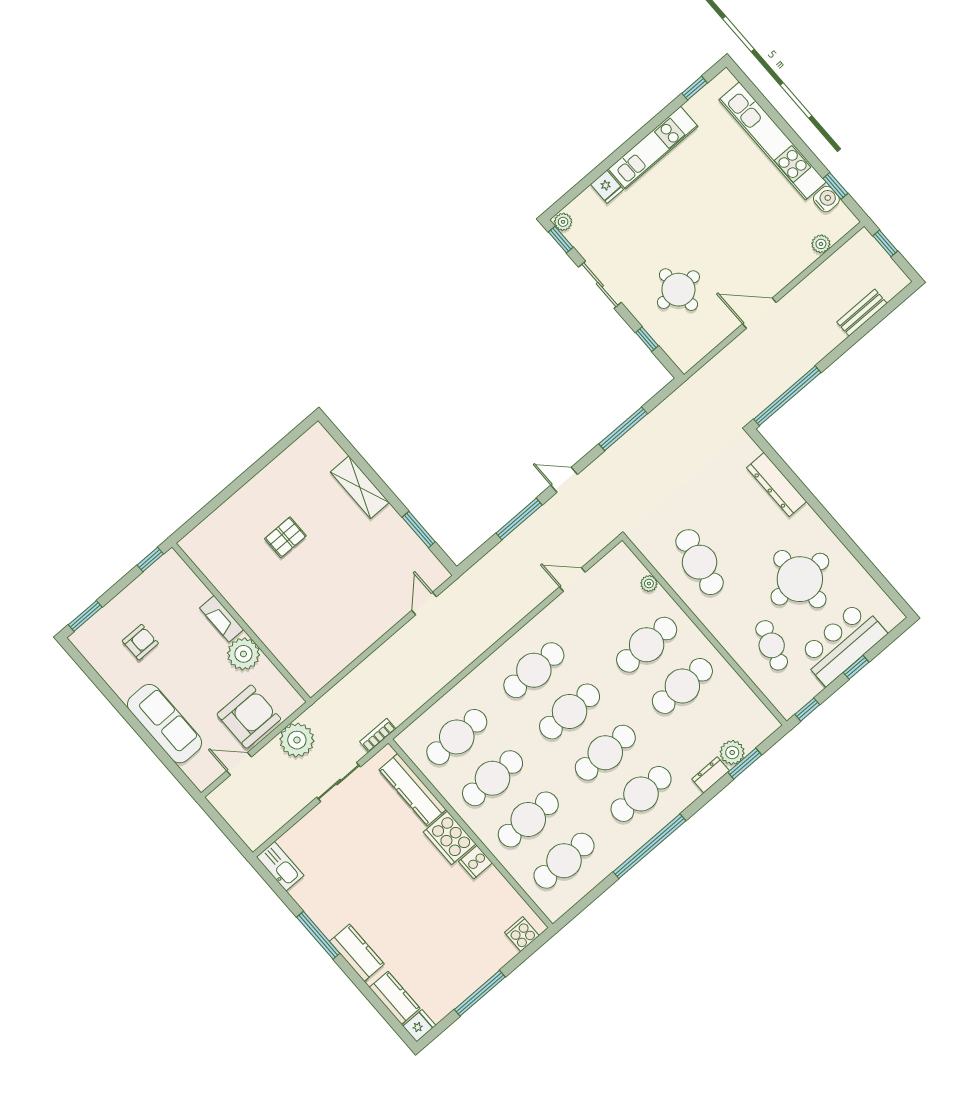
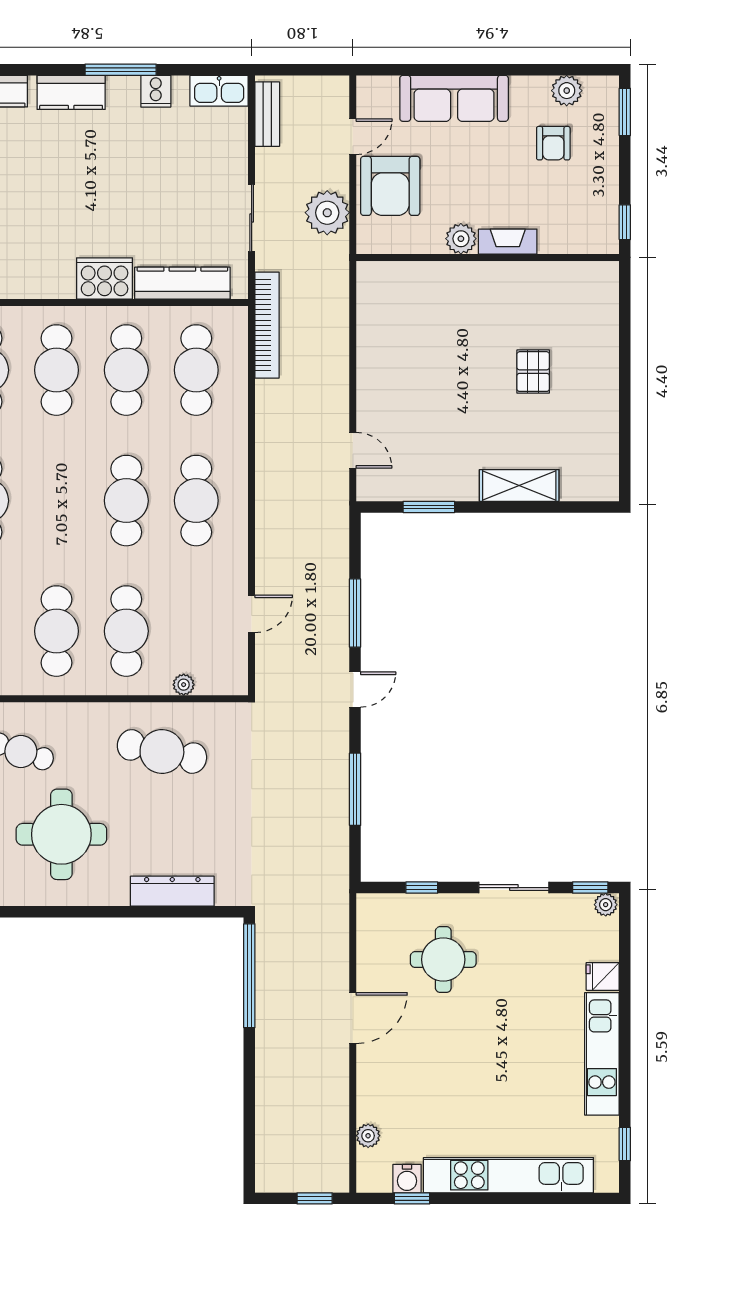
bench: (862, 313) -> (267, 114), moved
plant: (243, 654) -> (461, 239), width x0.73, depth x0.73
plant: (102, 661) -> (567, 91), added
bookcase: (378, 735) -> (267, 325), width x2.31, depth x1.31
cafe table: (605, 753) -> (56, 501), removed
cooker: (476, 862) -> (156, 91), moved, turned 180

